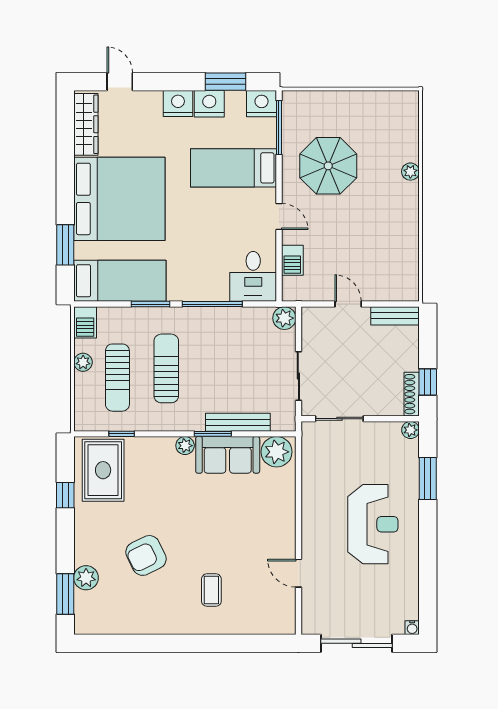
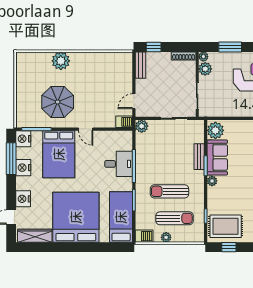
window: (226, 82) -> (11, 159), width x1.44
nightstand: (178, 103) -> (23, 199), moved
bed: (233, 168) -> (59, 154), width x1.50
plant: (410, 172) -> (61, 61), width x1.88, depth x1.88
door: (279, 217) -> (86, 129), swing flipped
window: (65, 245) -> (101, 247), removed
barbecue: (292, 260) -> (124, 122), moved
desk: (253, 276) -> (119, 164), moved
door: (348, 304) -> (134, 101), moved
window: (428, 382) -> (154, 47), moved
bench: (238, 422) -> (199, 157), width x0.73
plant: (388, 433) -> (205, 69), added
window: (65, 495) -> (229, 247), moved

